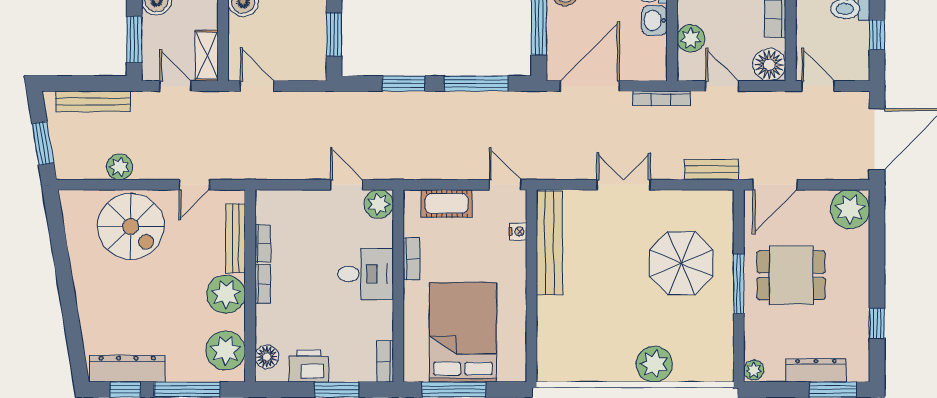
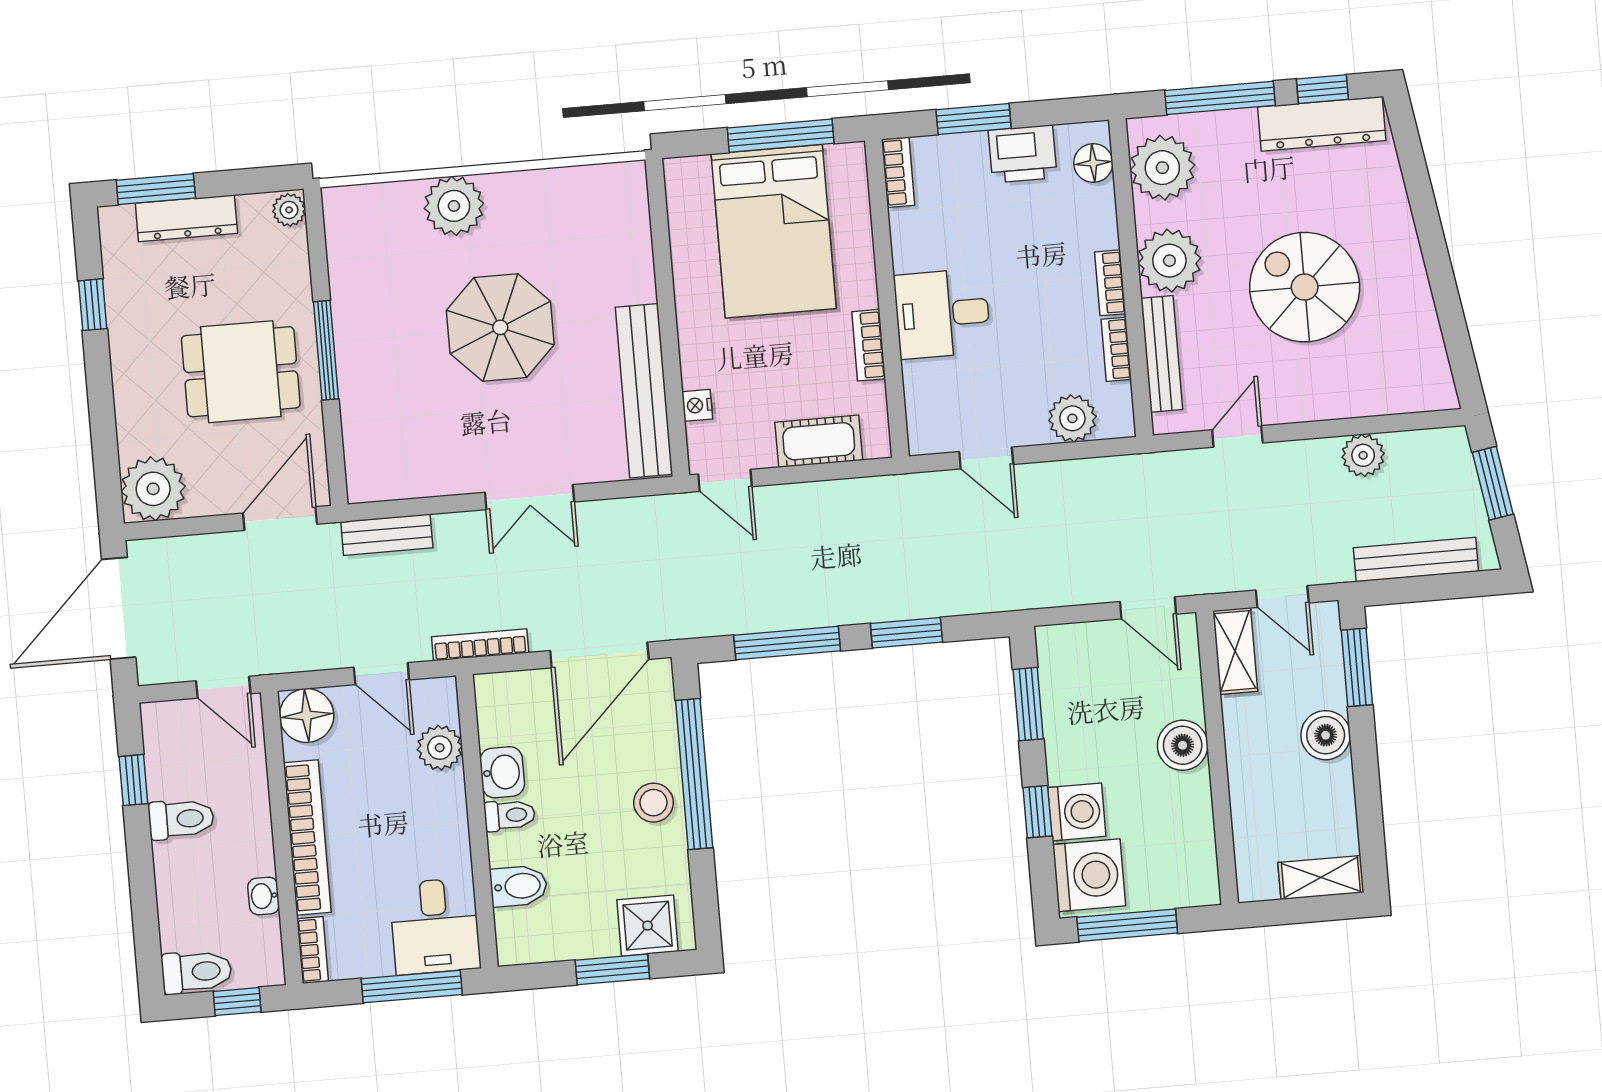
plant: (379, 204) -> (1072, 418), moved
spiral stairs: (131, 226) -> (1305, 287), moved
parasol: (681, 263) -> (500, 327), moved

